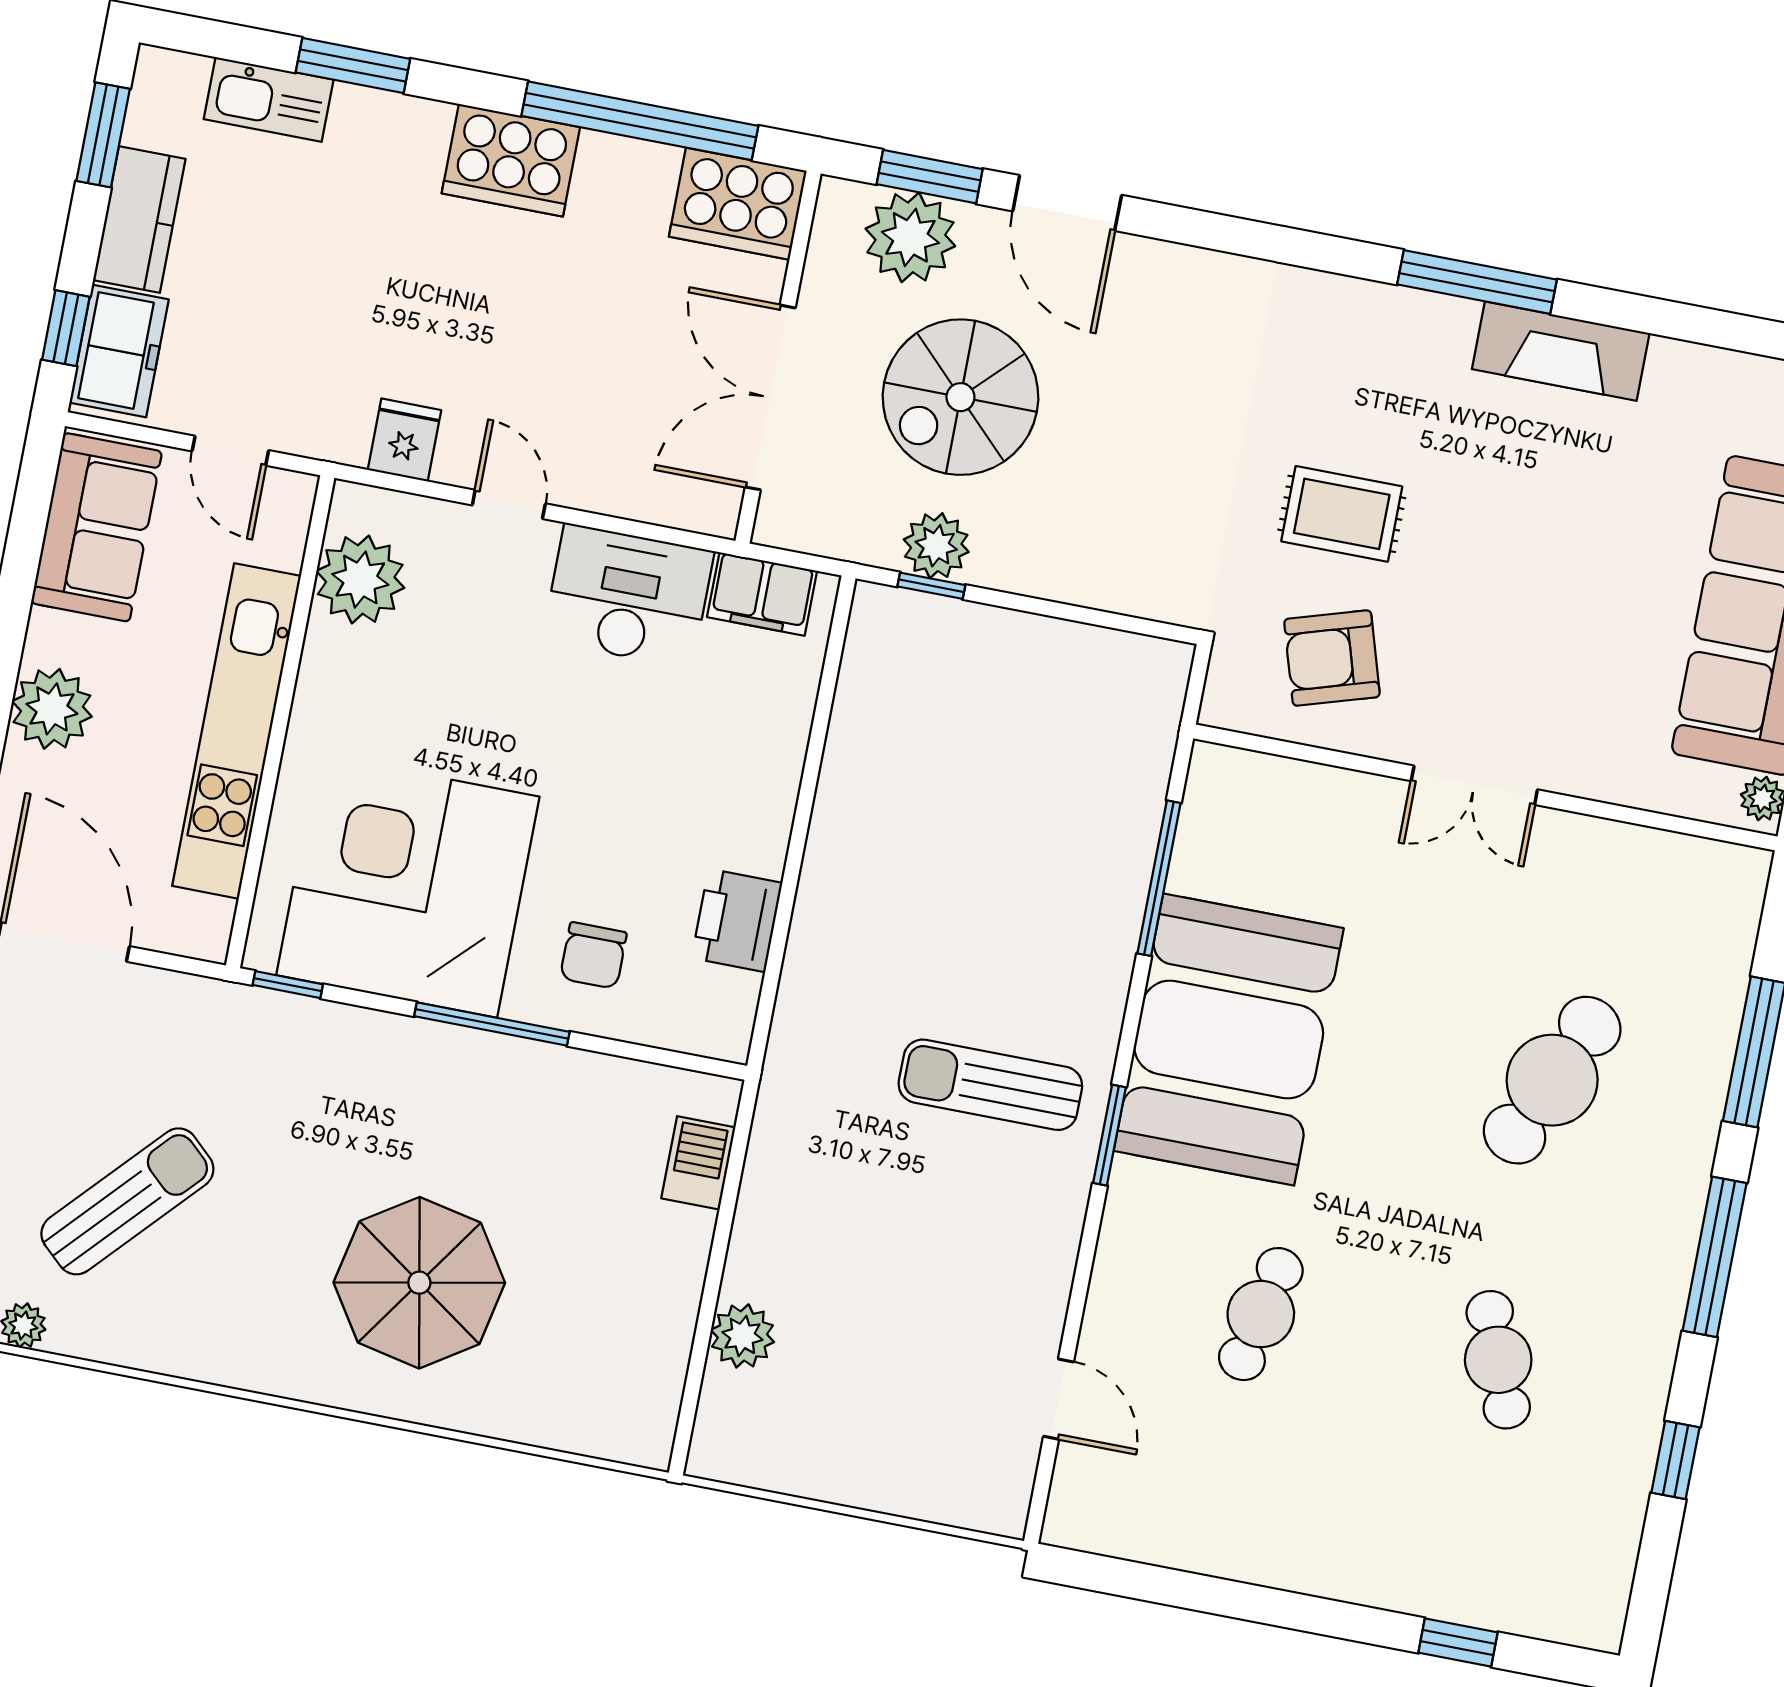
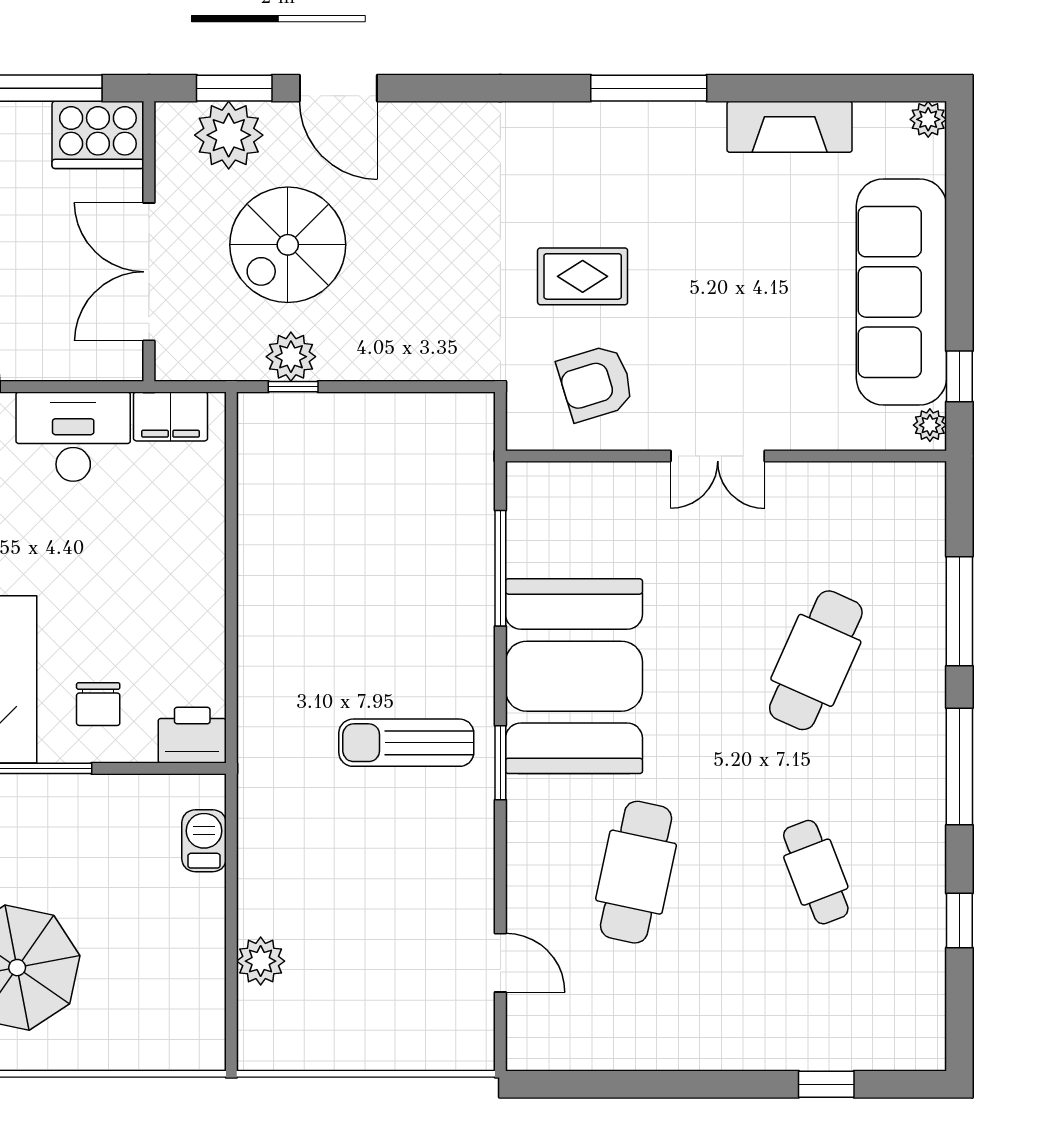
fireplace: (1561, 351) -> (790, 127), moved
printer: (737, 920) -> (192, 735), moved, turned 90
cafe table: (1261, 1314) -> (636, 872), width x1.37, depth x1.35

